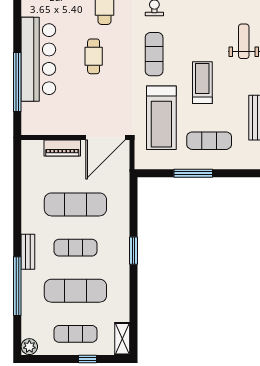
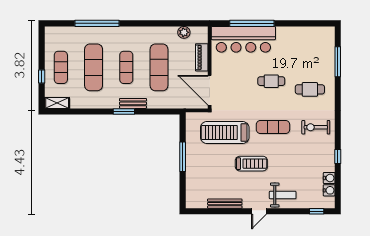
bar counter: (38, 59) -> (243, 39), moved
exercise mat: (209, 141) -> (207, 169), removed
bench: (28, 252) -> (133, 103), moved
plant: (29, 347) -> (184, 32), moved

